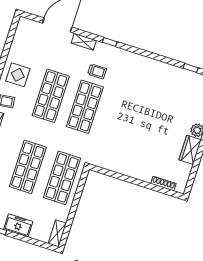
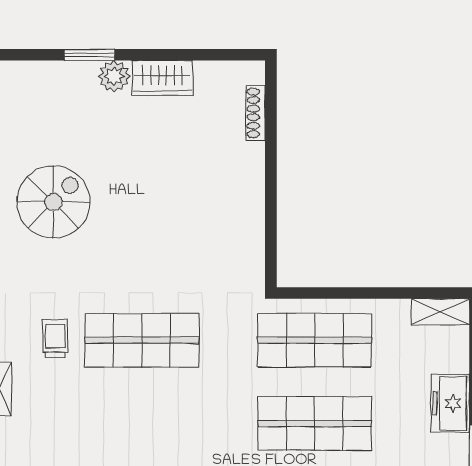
spiral stairs: (153, 89) -> (53, 202), added
shop shelf: (51, 96) -> (142, 423), removed

